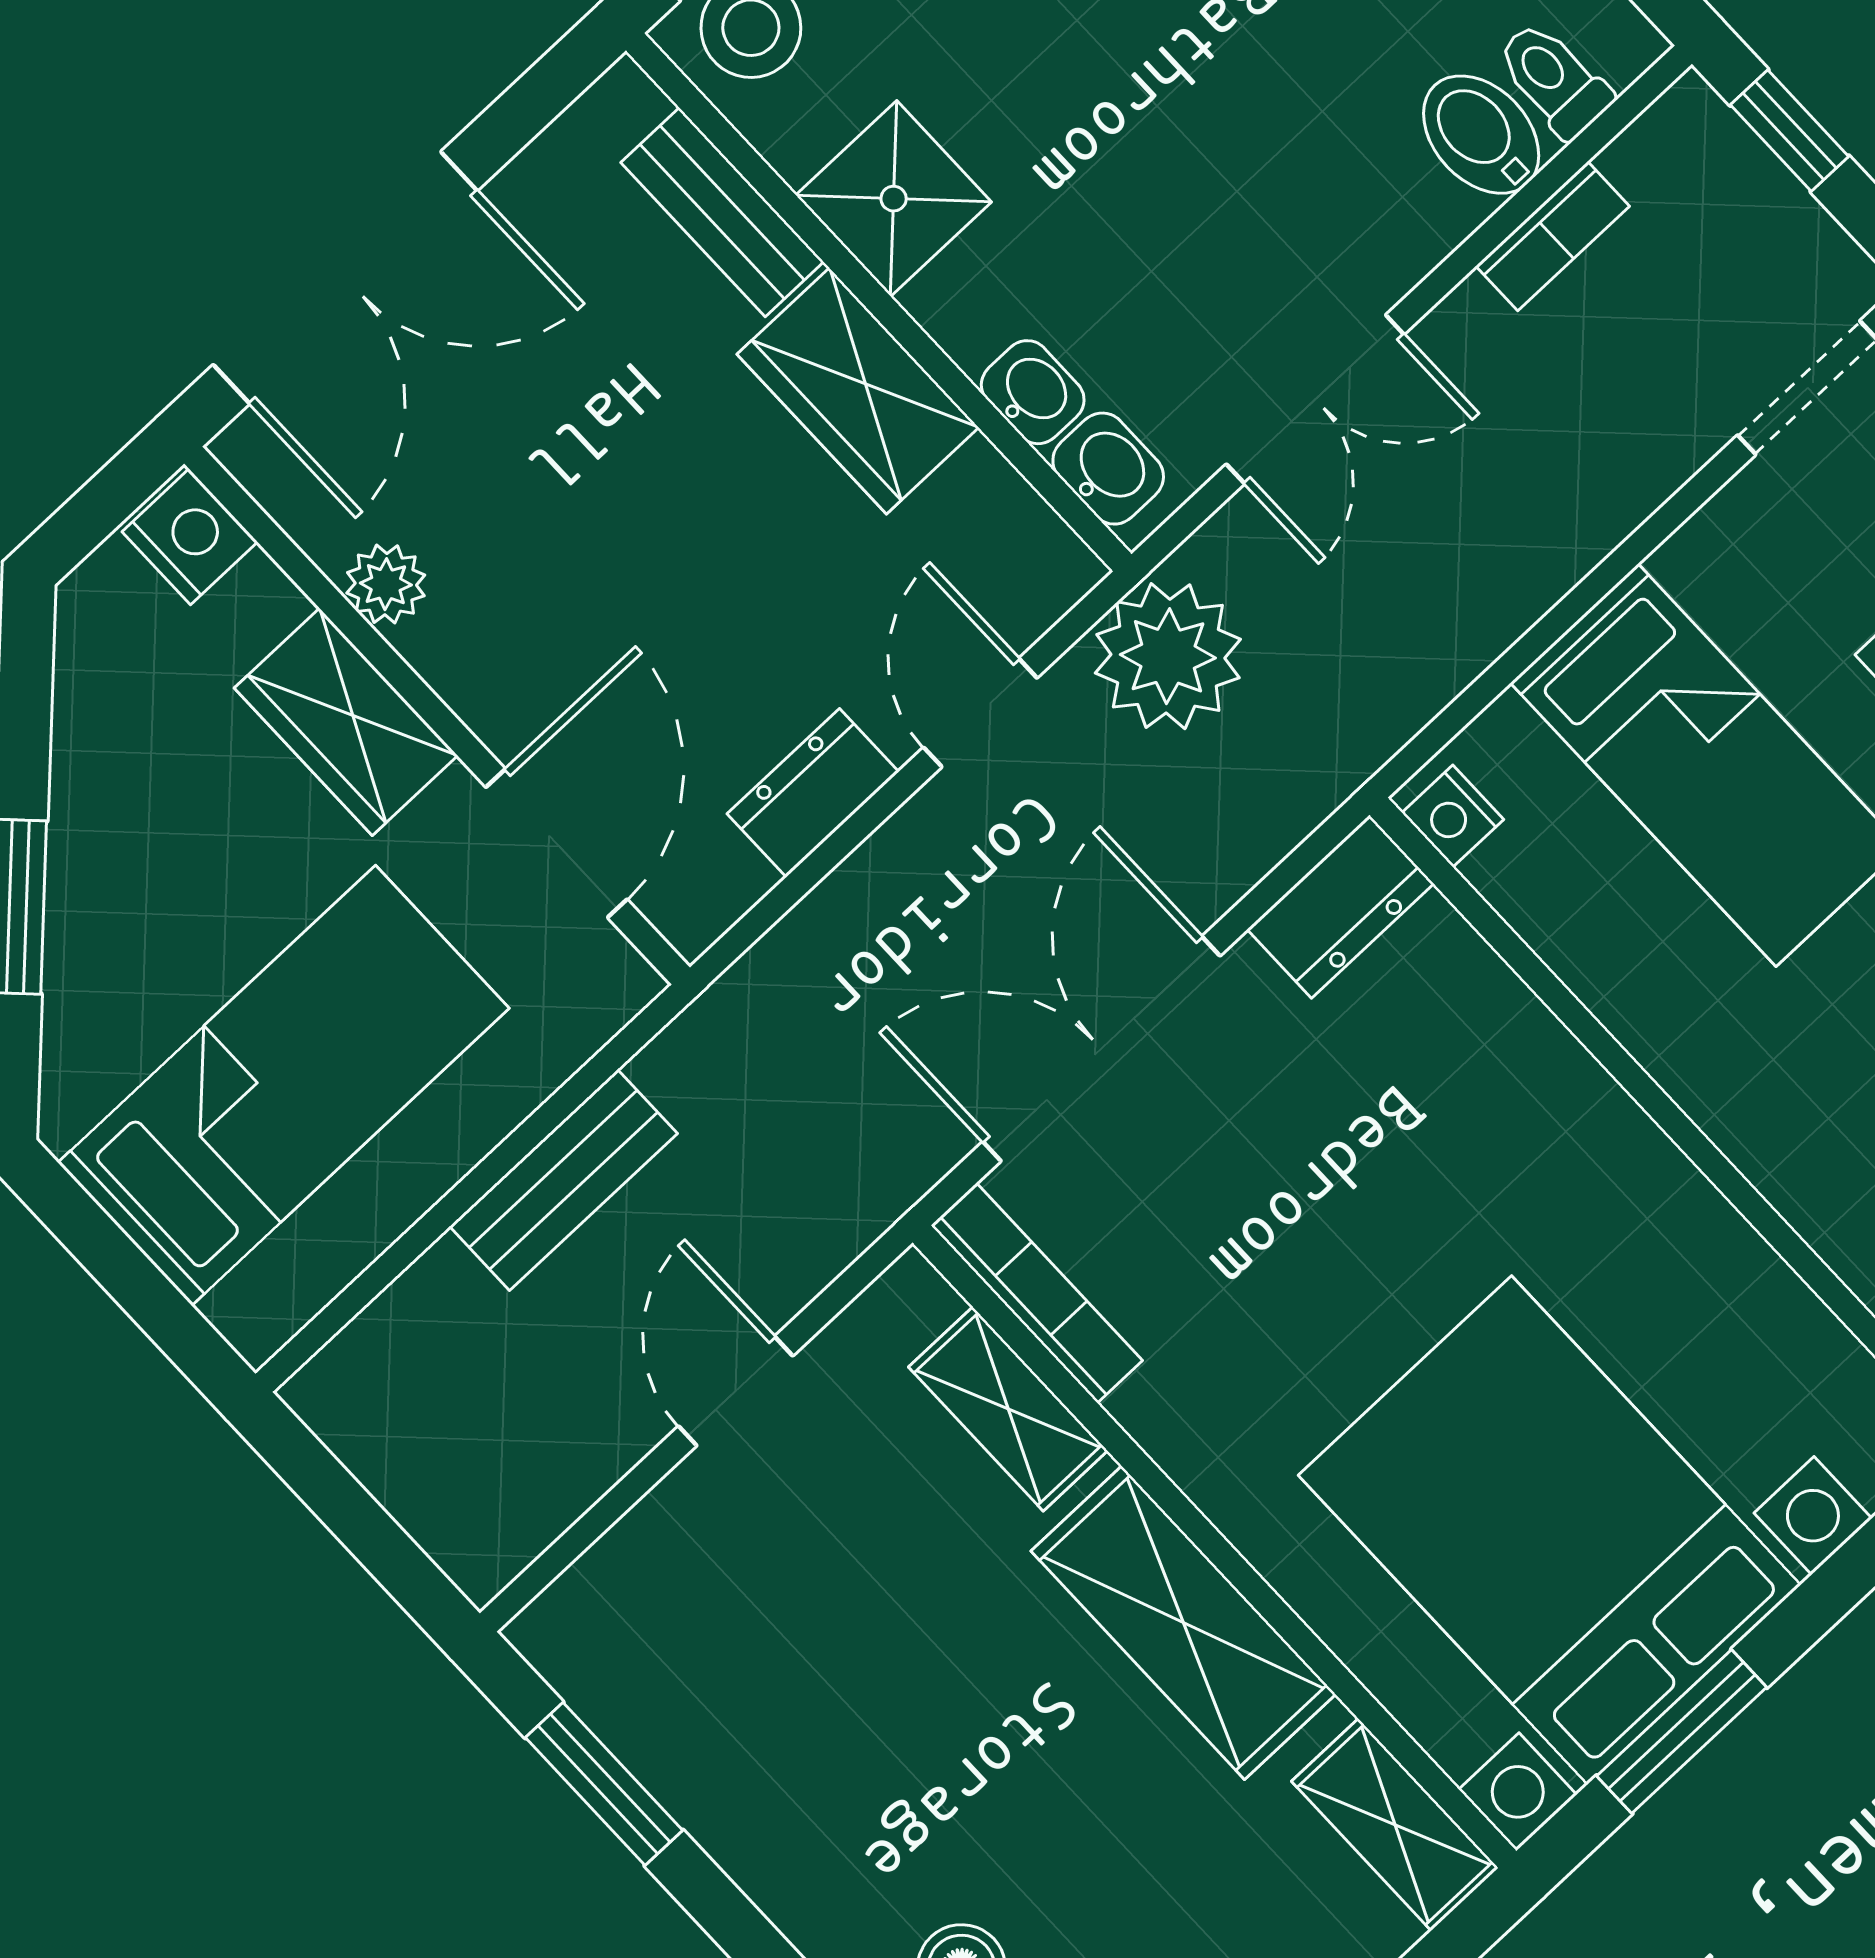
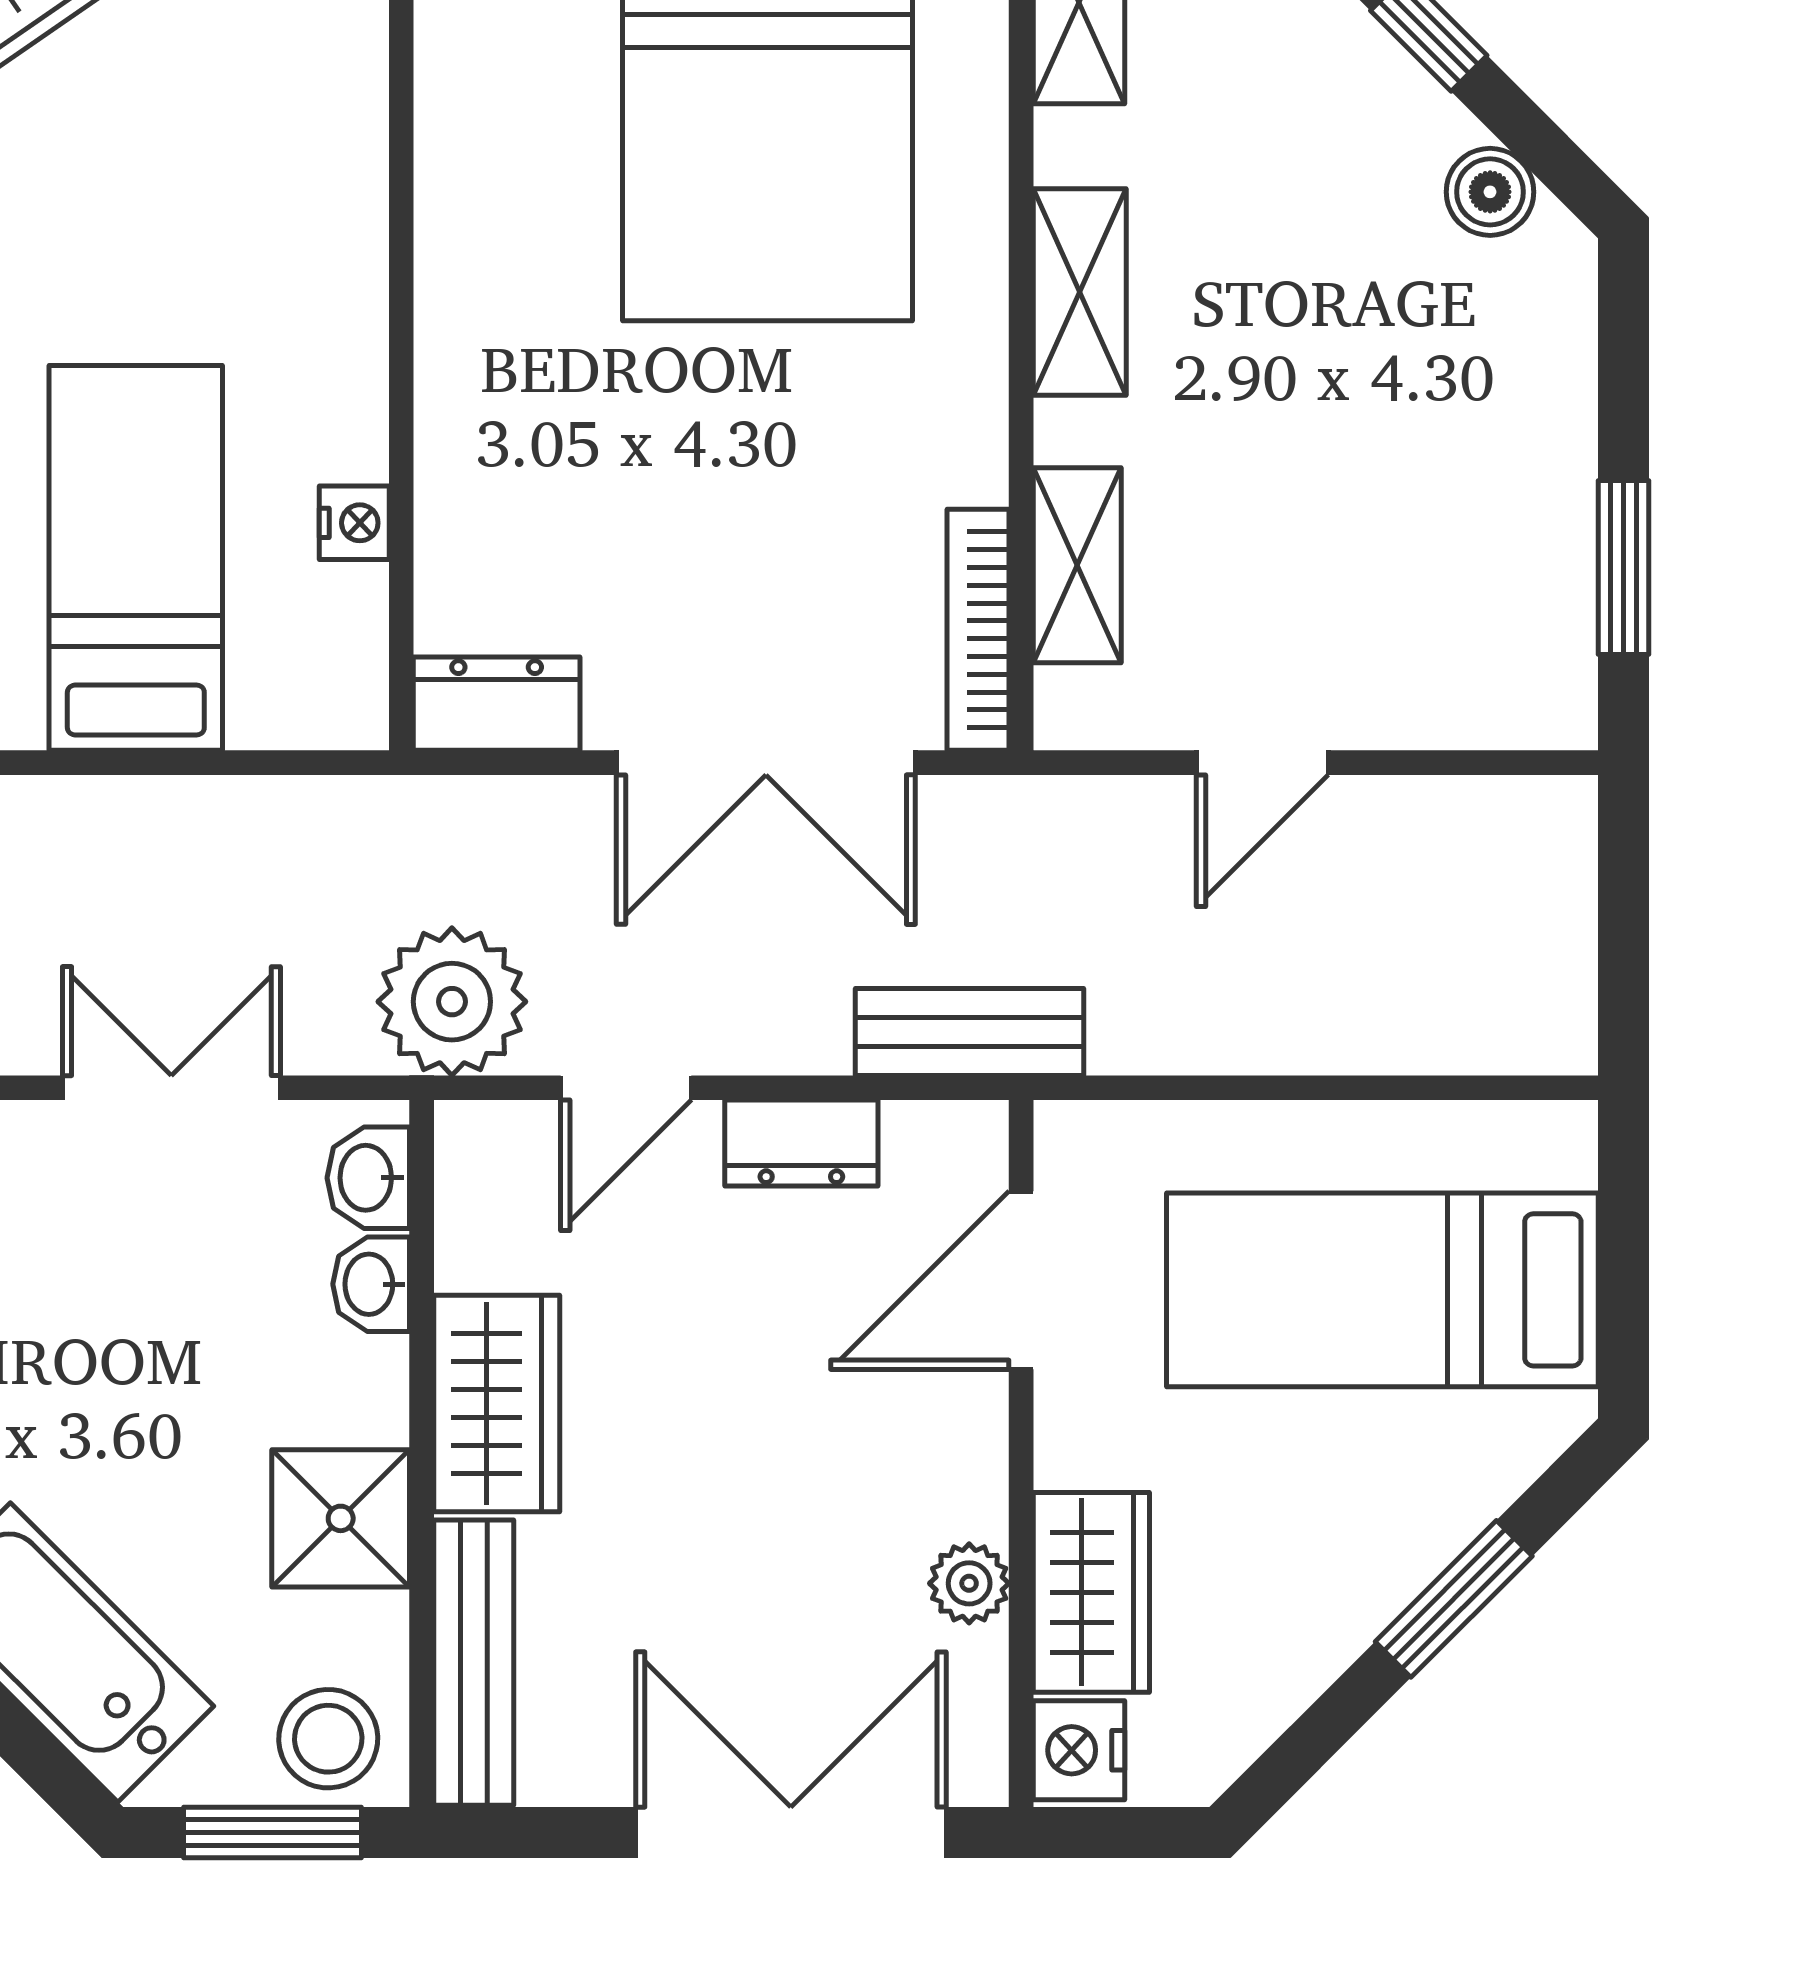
bench: (722, 212) -> (474, 1663), width x1.36
wardrobe: (346, 722) -> (1091, 1592), moved
nightstand: (1453, 816) -> (354, 523), moved
bench: (563, 1180) -> (969, 1032), moved
shelving: (1183, 1623) -> (1080, 292), width x0.67, depth x0.75

